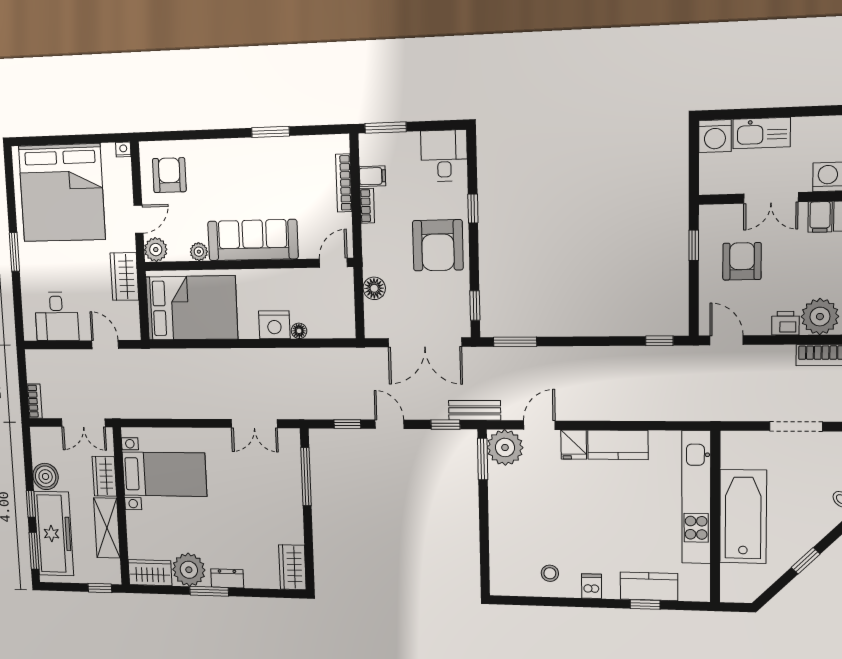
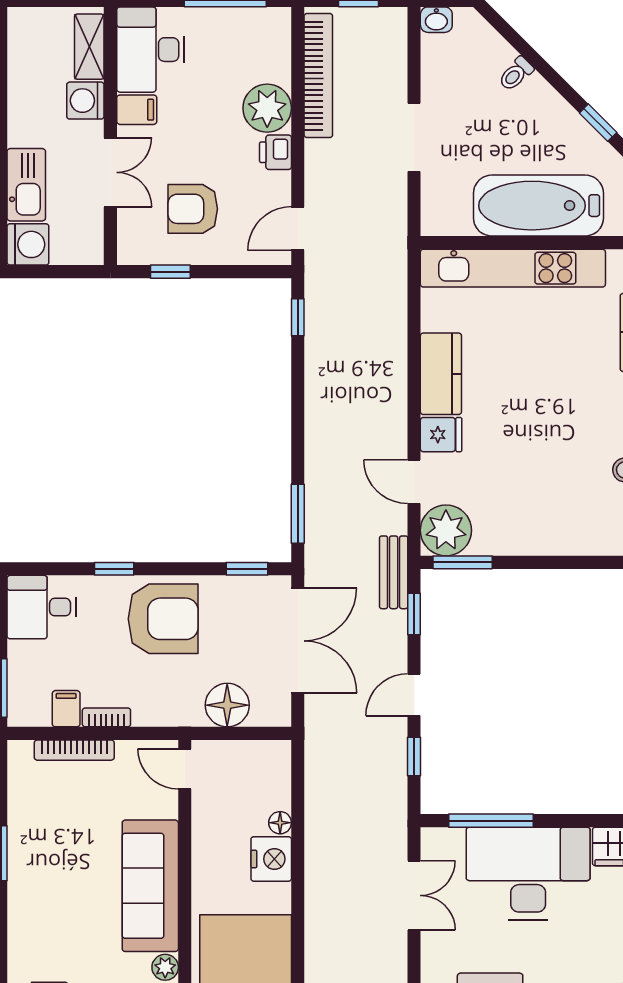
floor lamp: (374, 288) -> (227, 705), width x1.38, depth x1.38
desk: (272, 501) -> (528, 873), added

